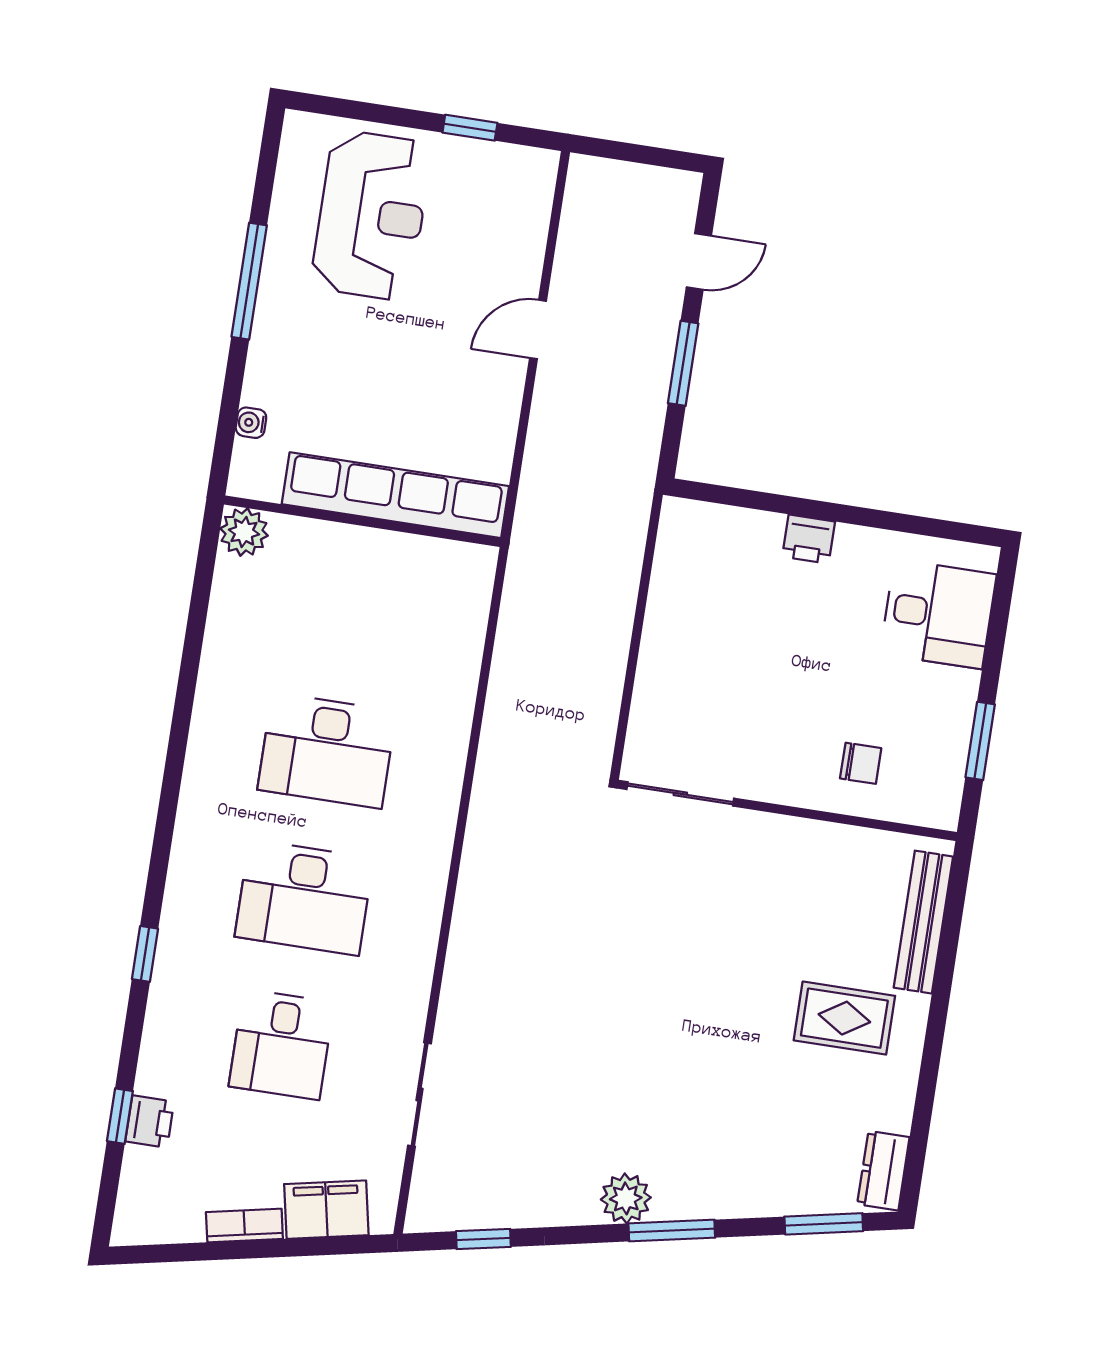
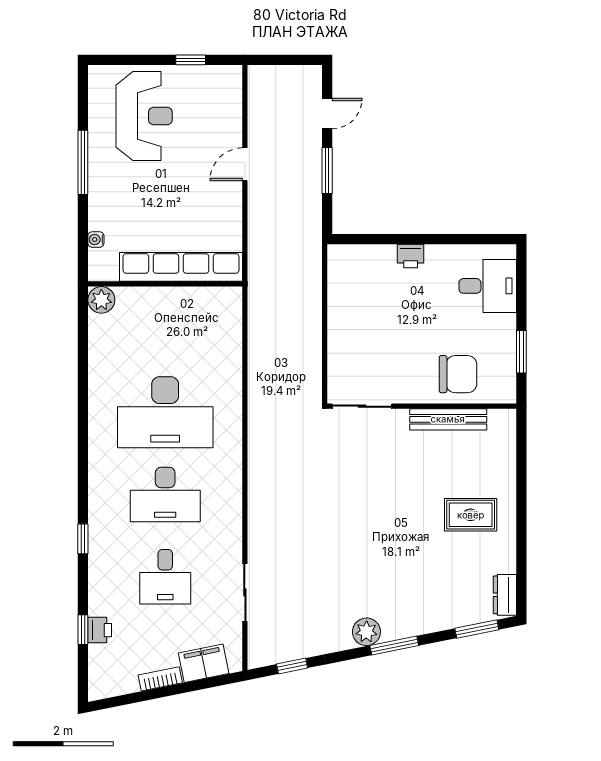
desk: (327, 750) -> (165, 412), width x1.36, depth x1.30
chair: (861, 763) -> (458, 374), width x1.87, depth x1.87
bench: (923, 922) -> (448, 419), moved, turned 90

